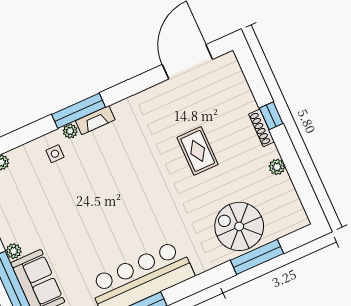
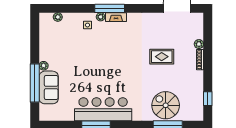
window: (271, 116) -> (208, 99), moved
rug: (198, 151) -> (162, 57), turned 90
plant: (277, 167) -> (199, 44), moved

